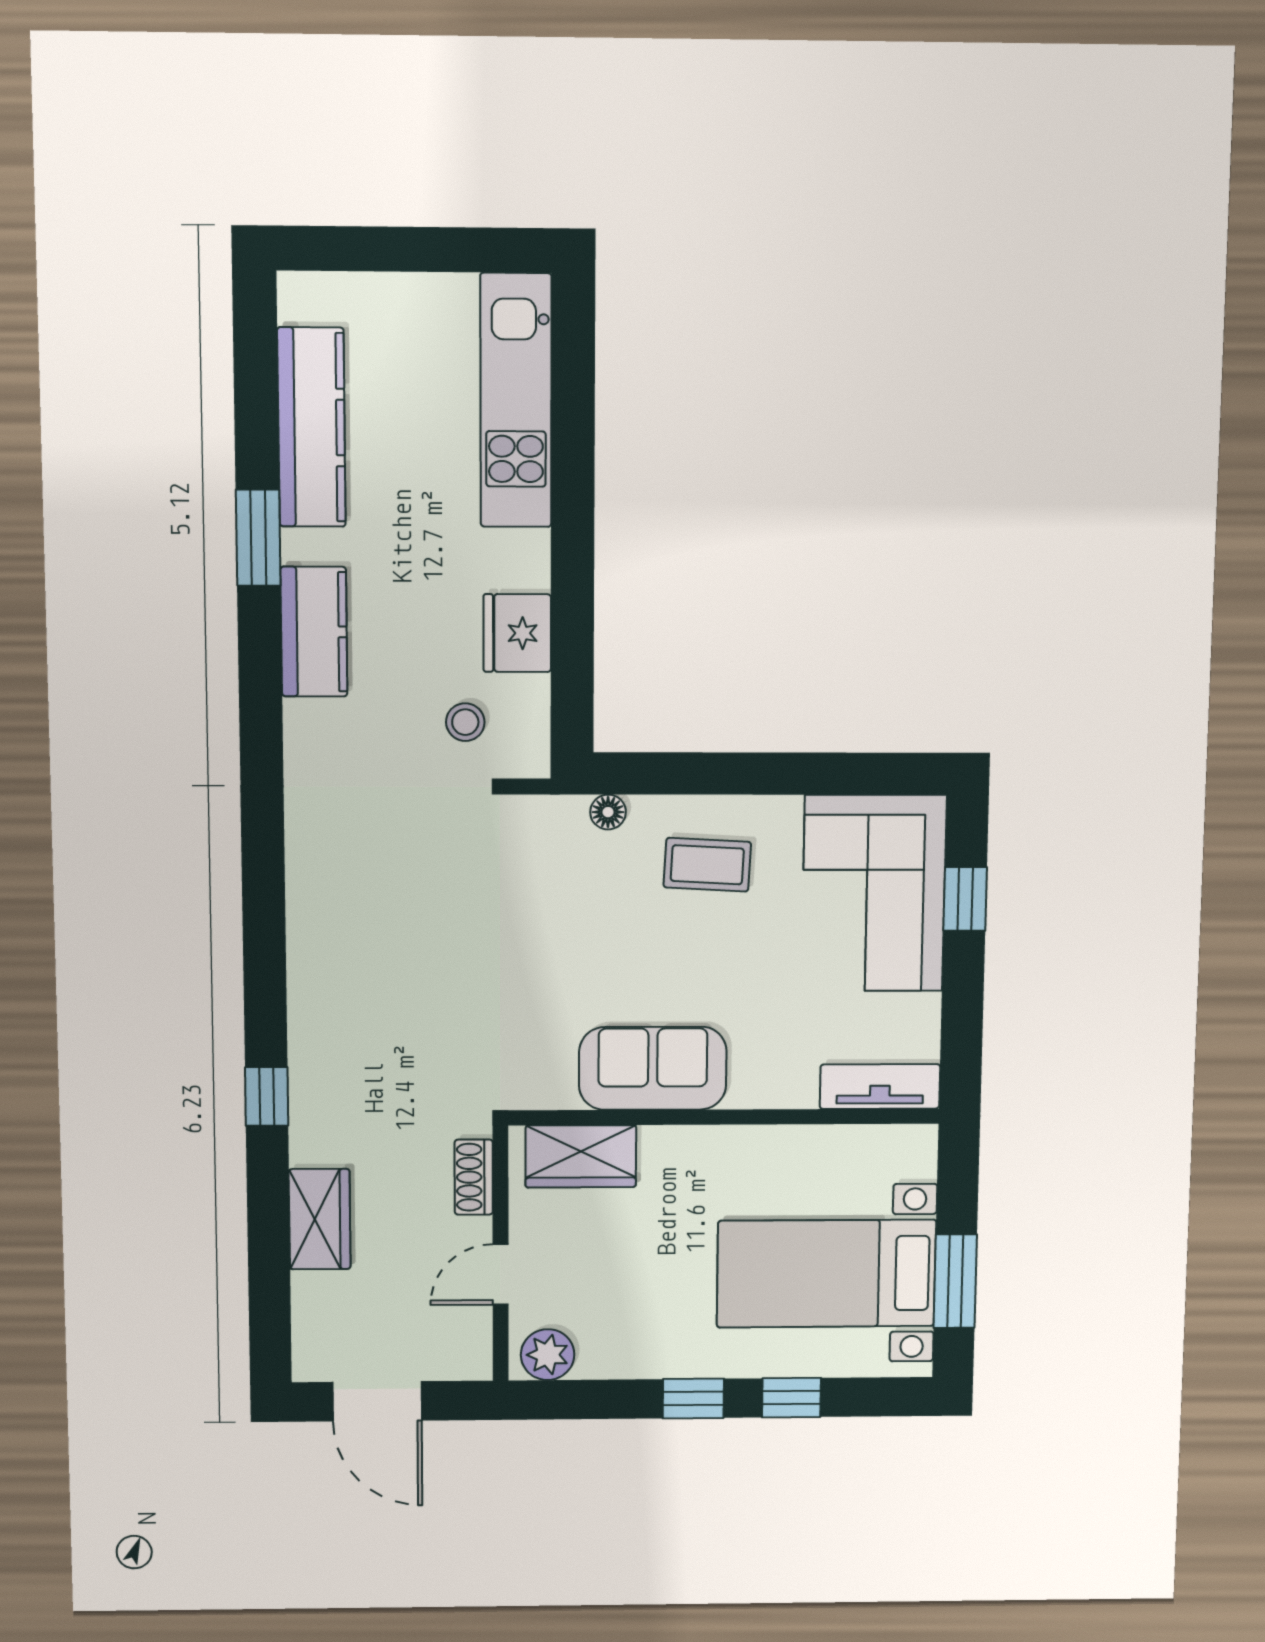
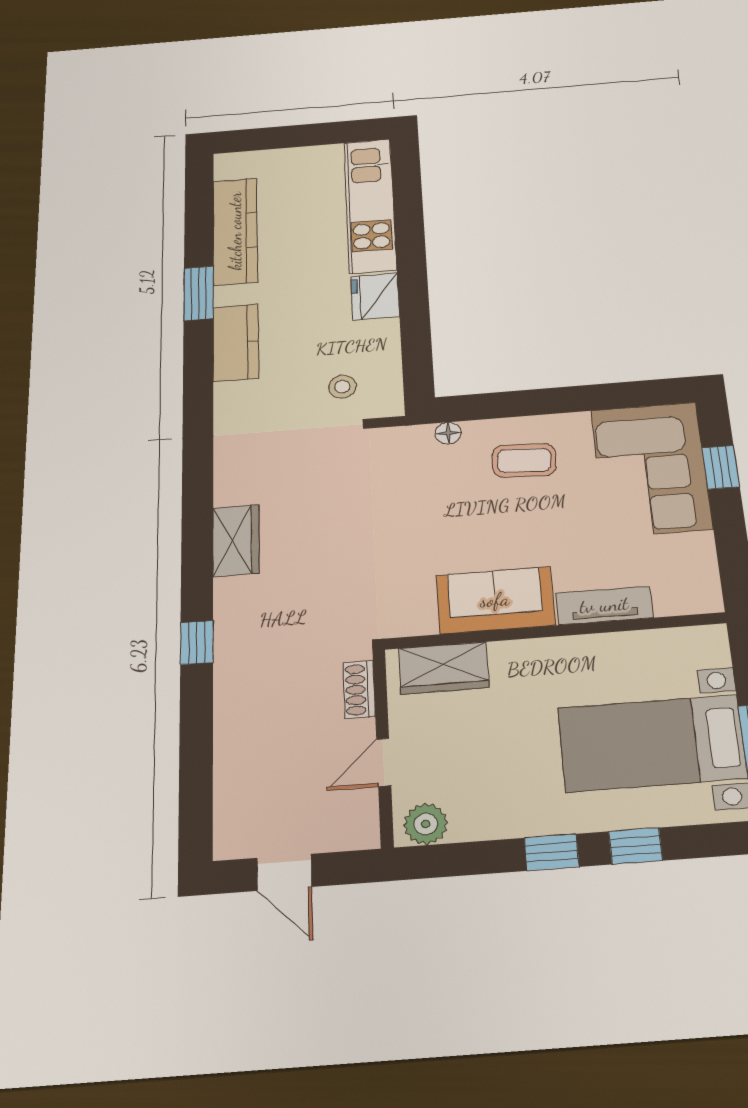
fridge: (517, 633) -> (375, 296), moved
tv unit: (880, 1087) -> (604, 605), moved
wardrobe: (320, 1219) -> (236, 540), moved
door: (377, 1401) -> (284, 872), width x0.73

